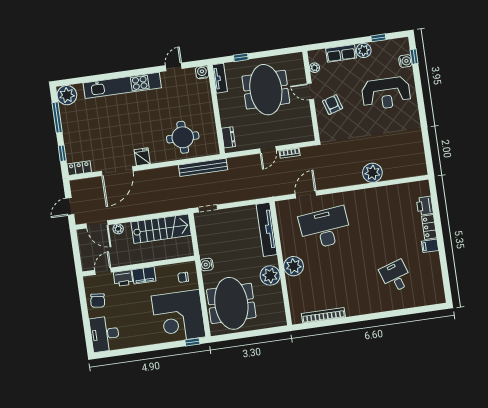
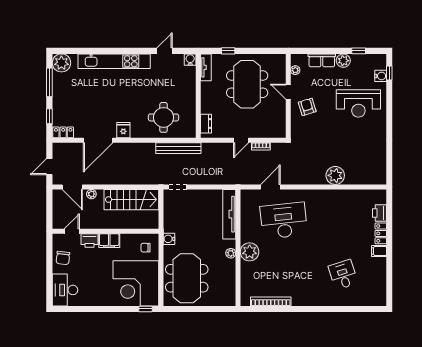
plant: (270, 276) -> (231, 253), width x0.53, depth x0.53

